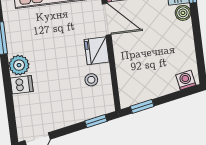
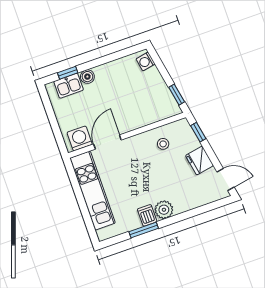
fridge: (97, 51) -> (199, 161), moved, turned 79
dishwasher: (22, 85) -> (147, 215), moved

